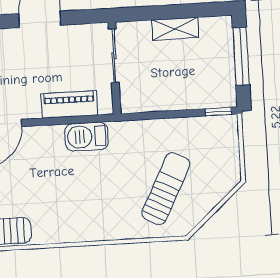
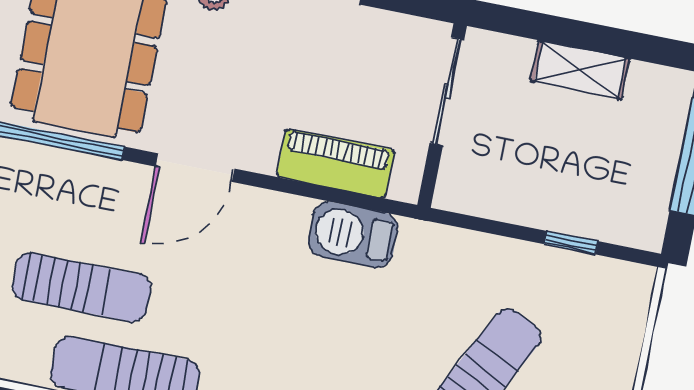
window: (218, 112) -> (571, 243), moved

